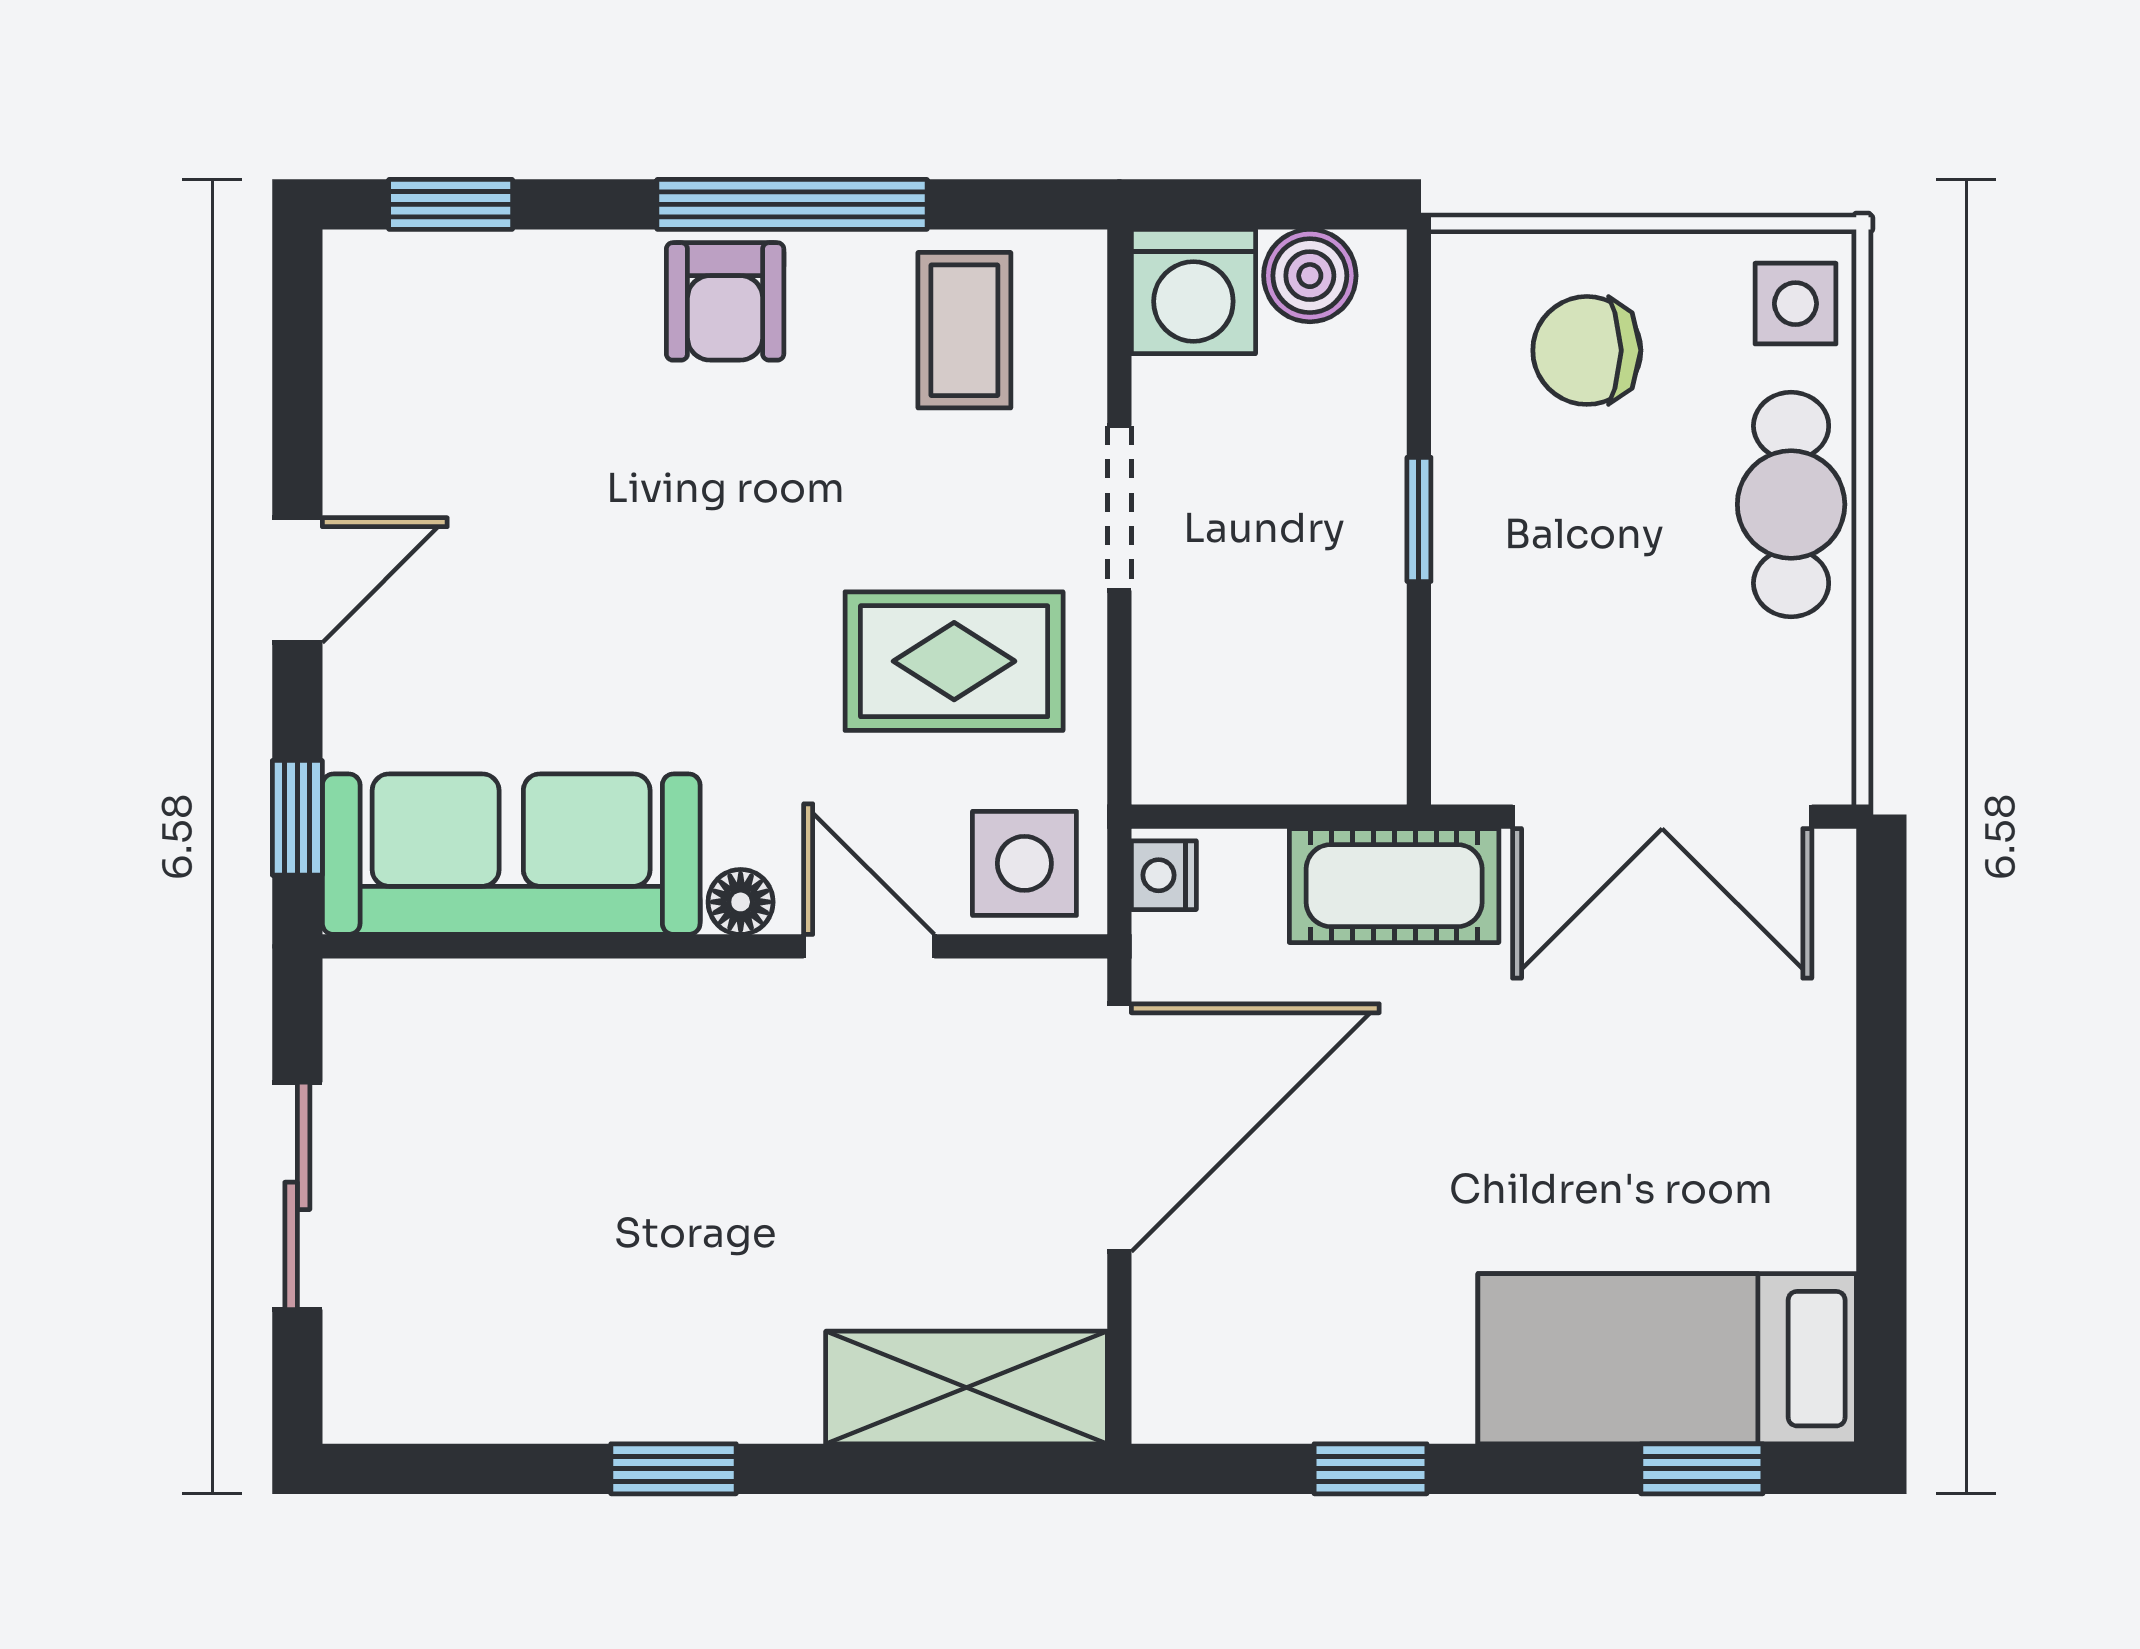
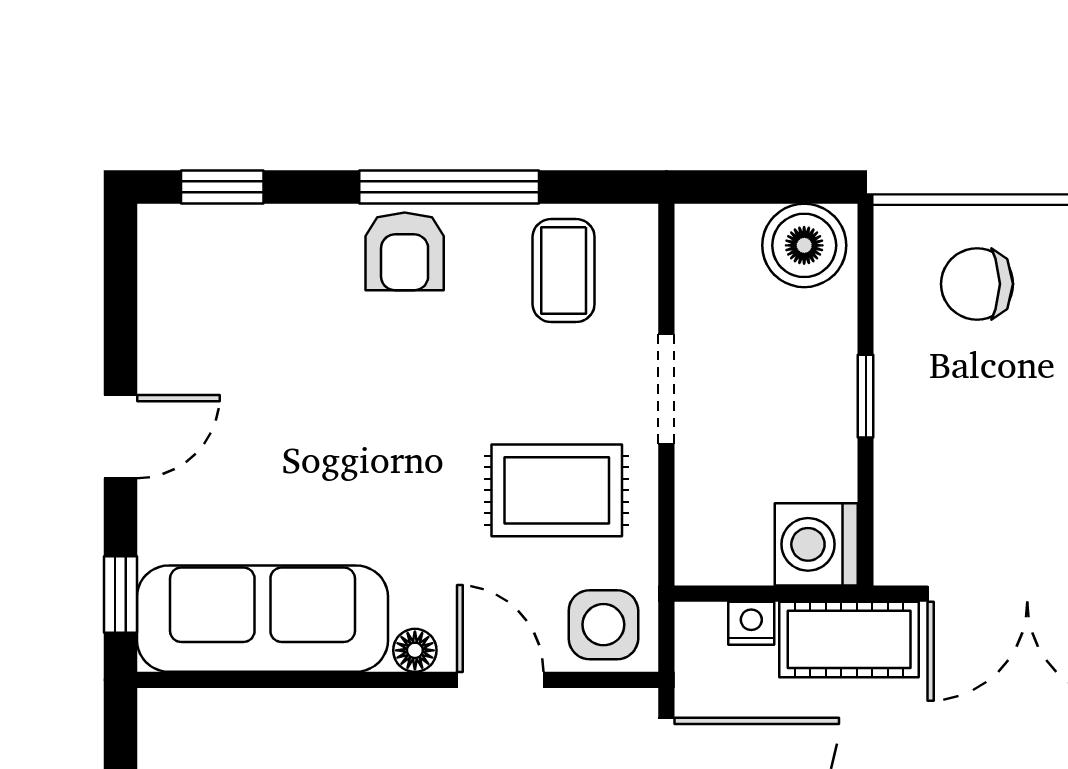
boiler: (1310, 276) -> (804, 245), width x1.36, depth x1.36
washing machine: (1193, 292) -> (816, 544), moved, turned 90
nightstand: (1164, 875) -> (751, 623), moved, turned 90

